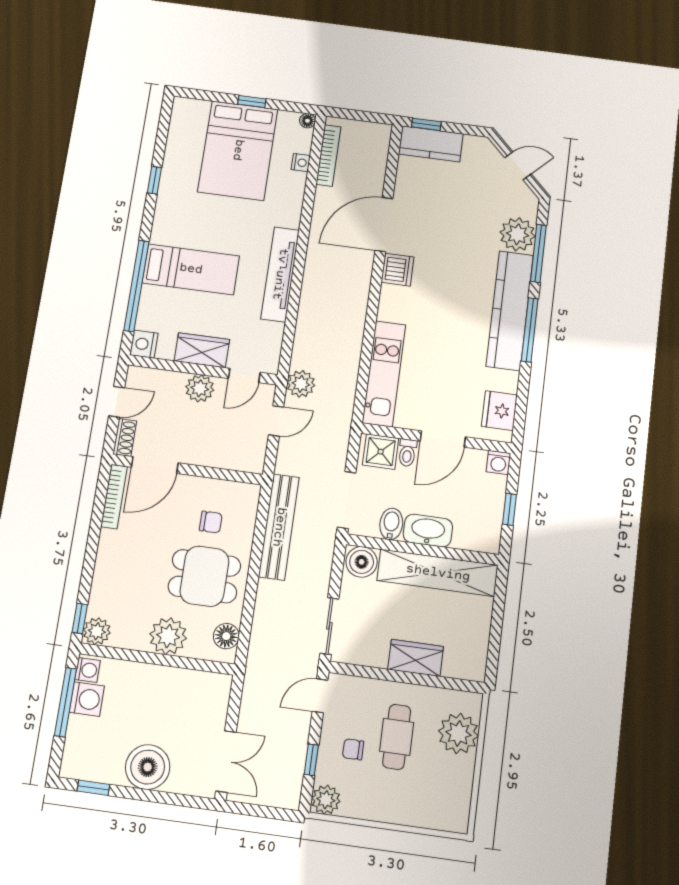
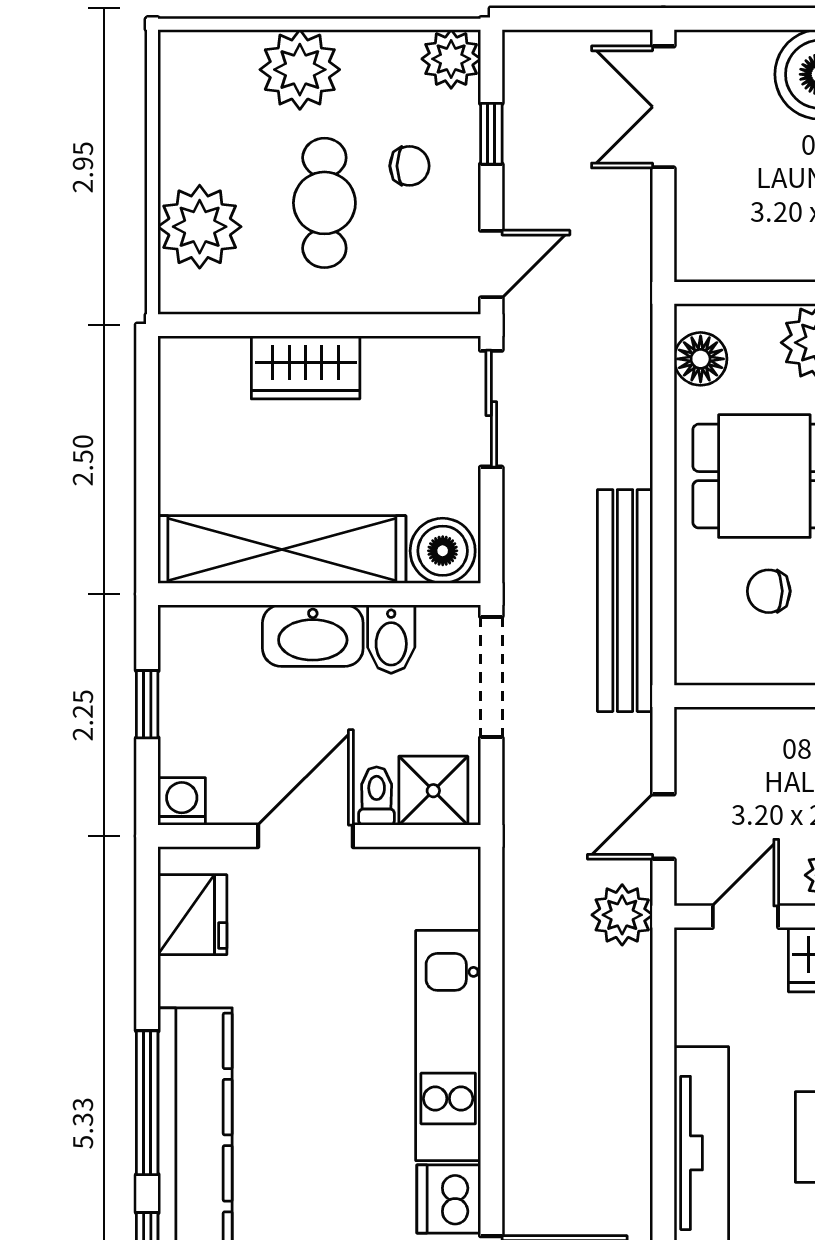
kitchen unit: (384, 374) -> (448, 1046), moved
plant: (400, 805) -> (300, 70), added

